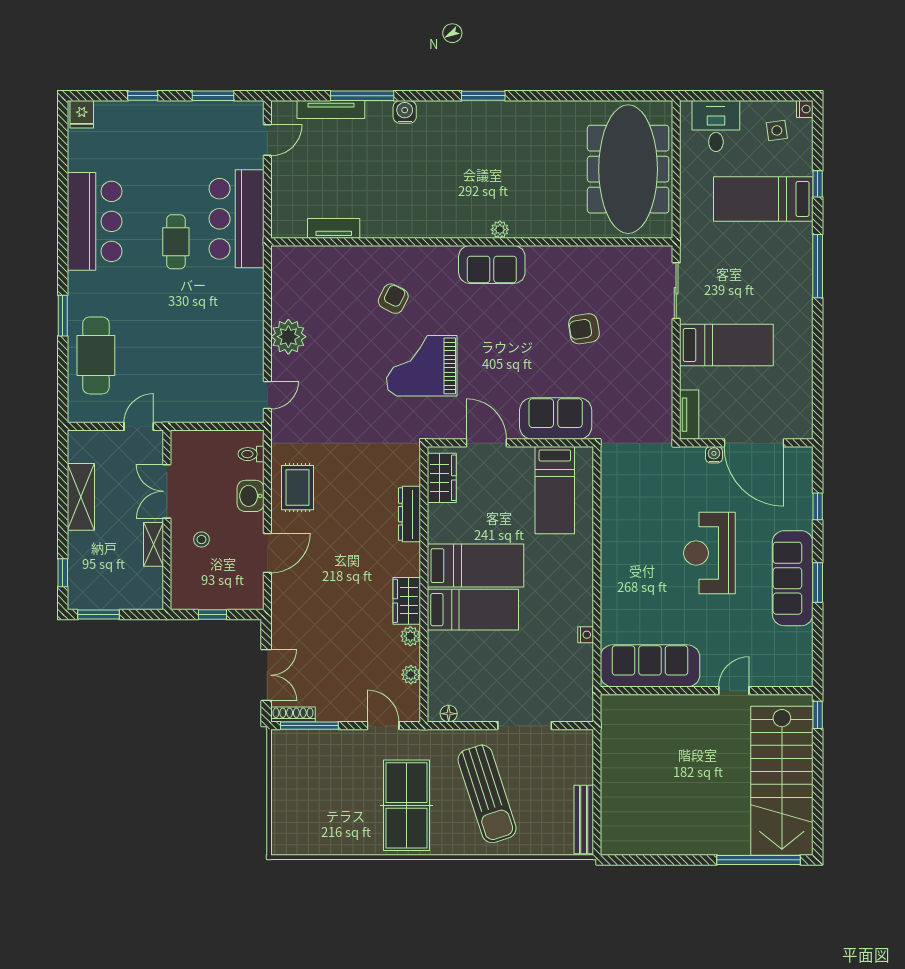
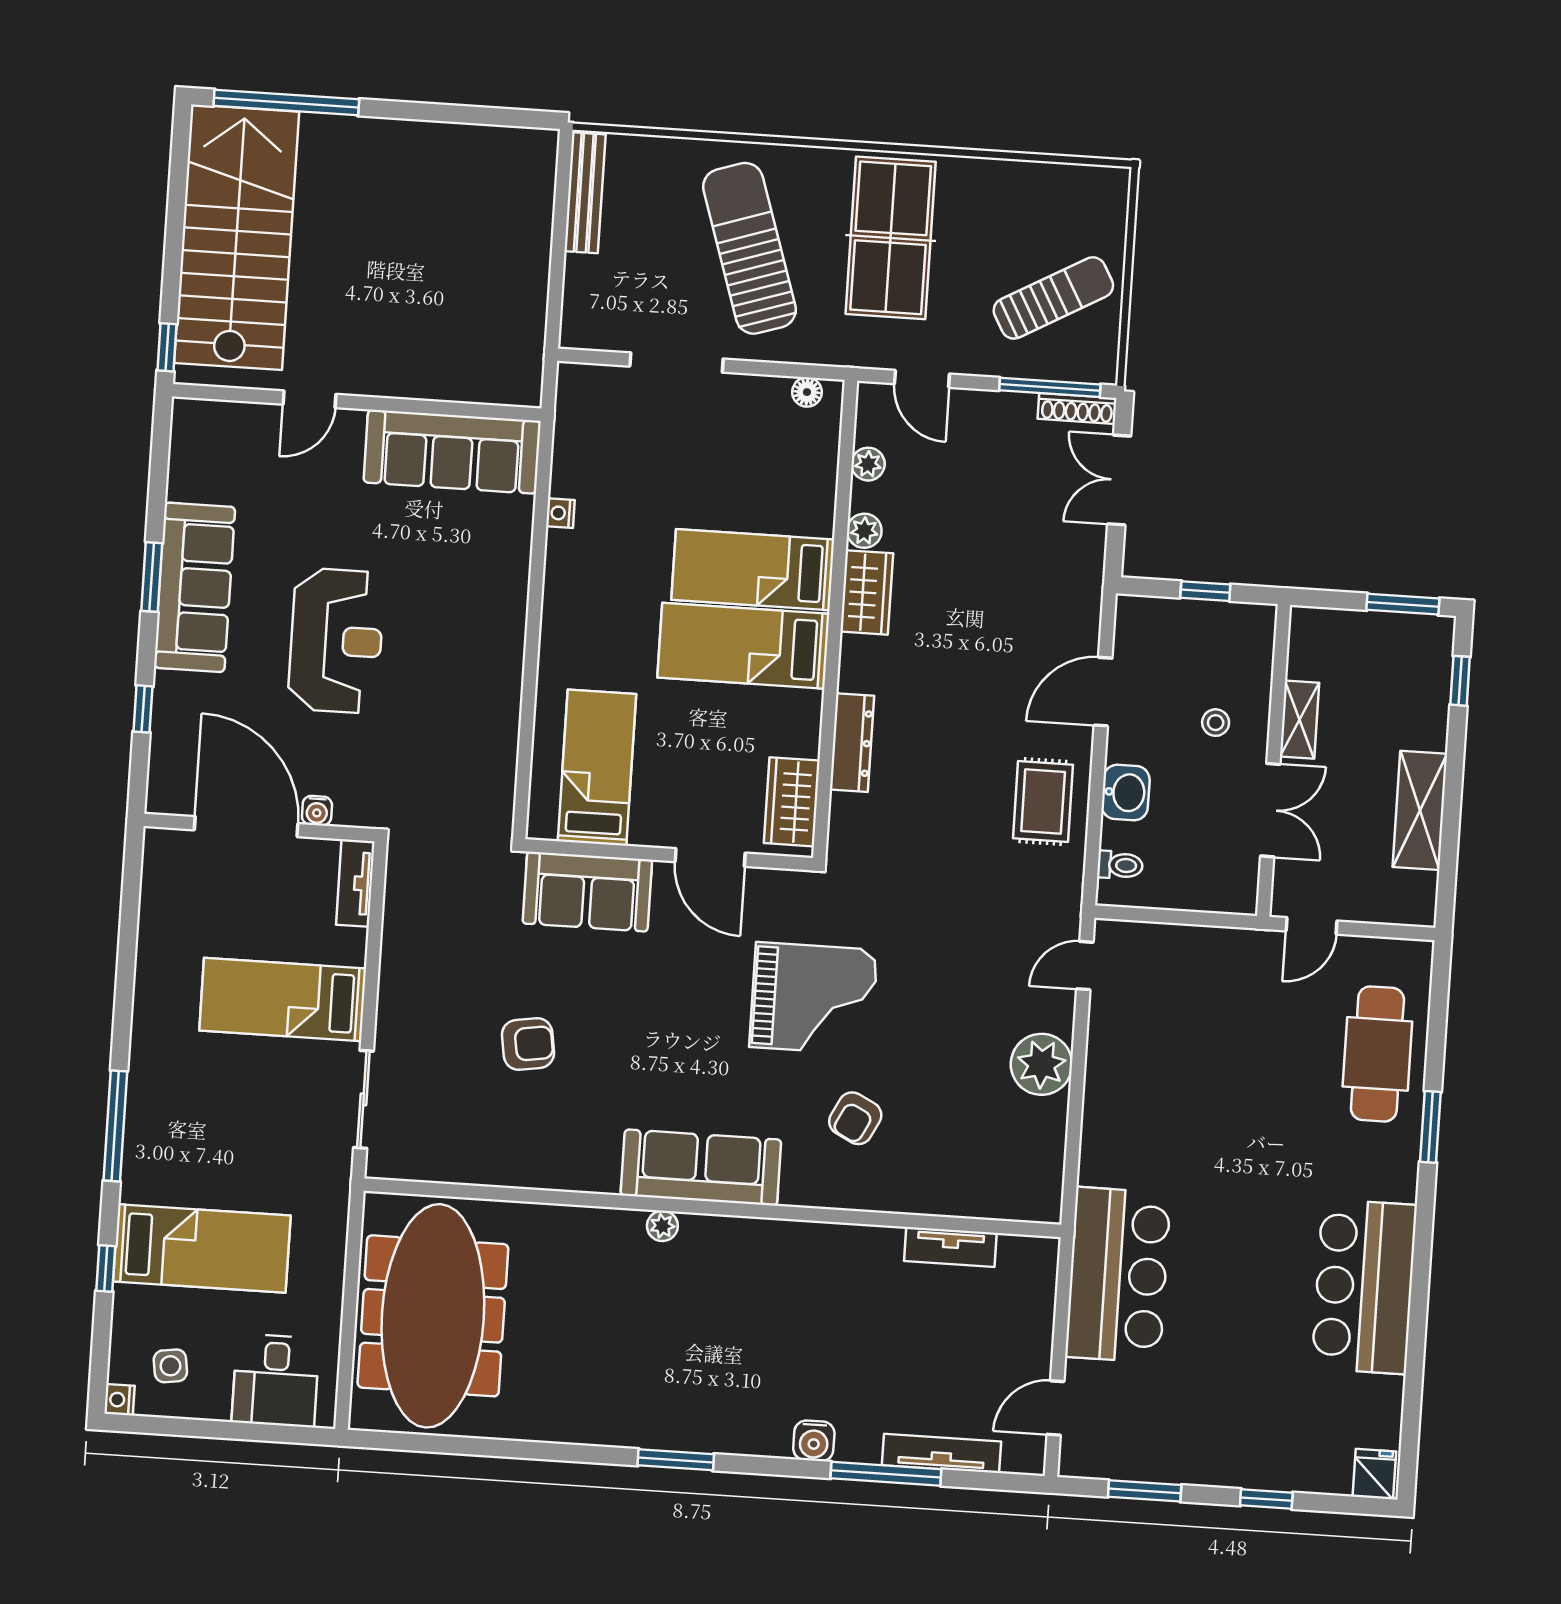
cafe table: (176, 242) -> (1226, 1242), removed
sofa: (492, 264) -> (701, 1168), width x1.36
sun lounger: (311, 777) -> (1053, 298), added

